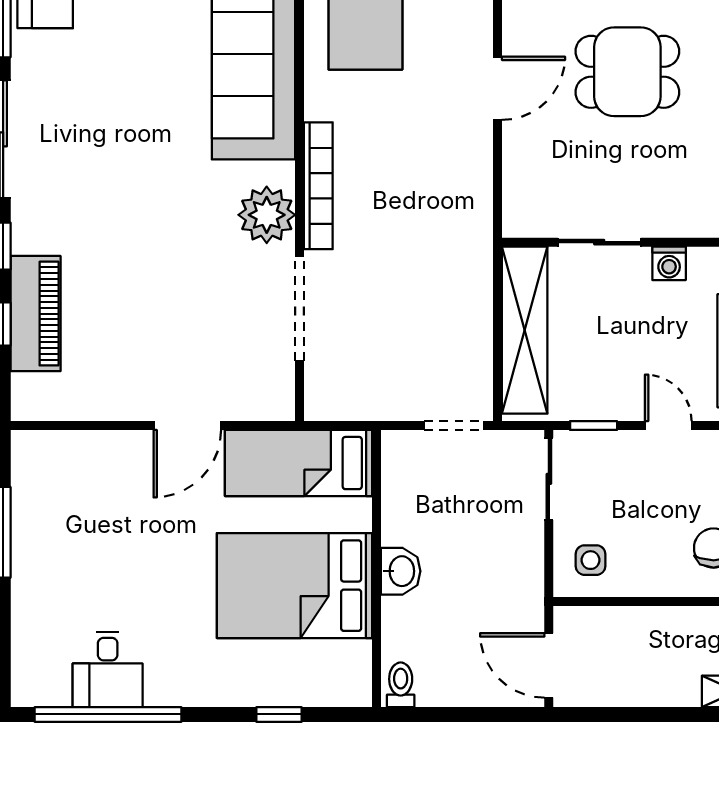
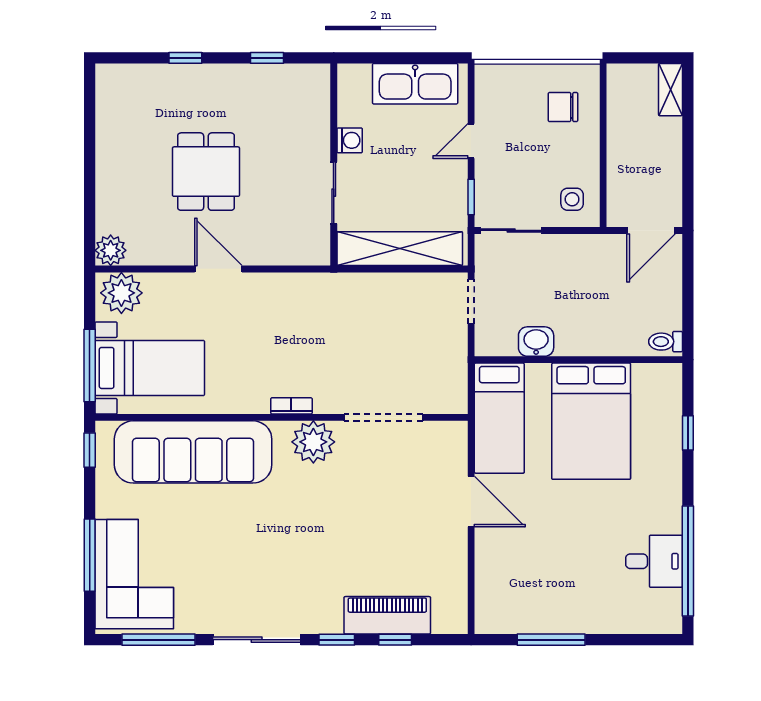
bookcase: (318, 186) -> (291, 406), width x0.43, depth x0.76
washbasin: (401, 571) -> (536, 342), moved

